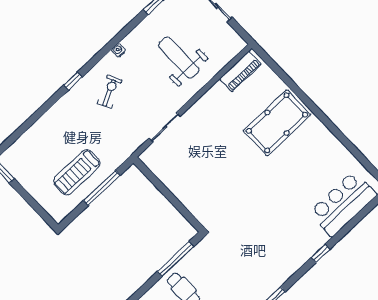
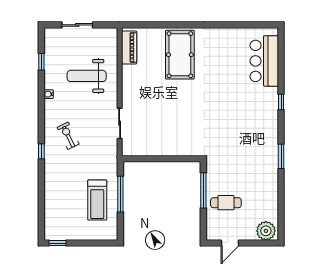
water cooler: (118, 50) -> (49, 94), moved

